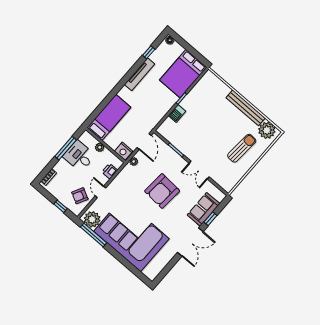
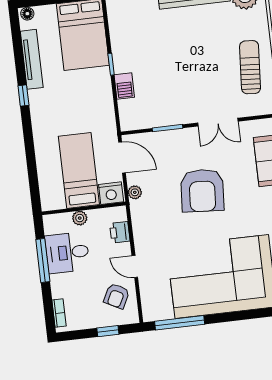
window: (149, 52) -> (23, 95), moved
tv unit: (140, 74) -> (32, 59), moved
bed: (109, 117) -> (79, 170), moved
sun lounger: (242, 148) -> (250, 67), moved
plant: (92, 219) -> (159, 307), removed

